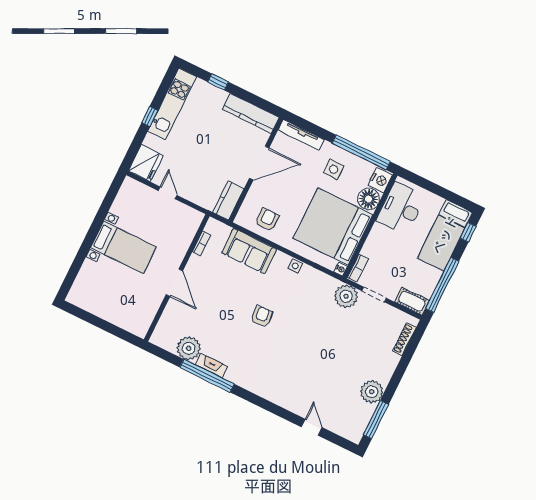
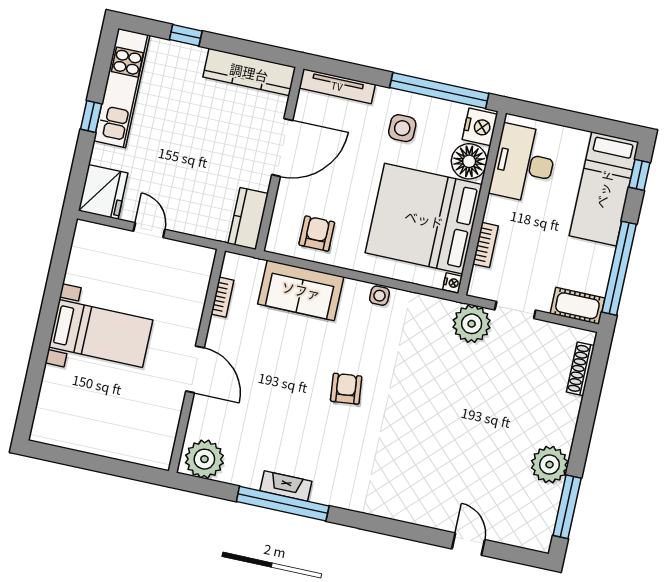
bookcase: (358, 268) -> (486, 245), moved
plant: (189, 348) -> (204, 459), moved

